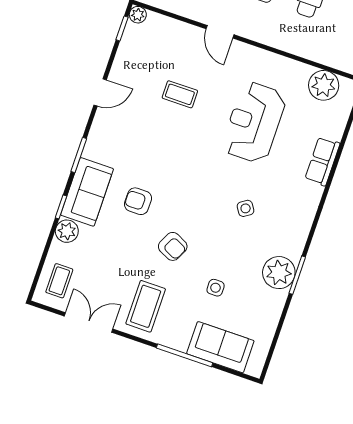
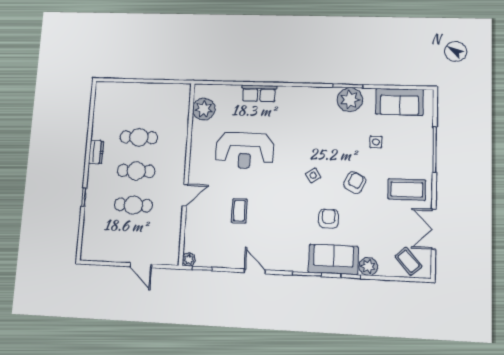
armchair: (138, 201) -> (329, 219), turned 180
side table: (246, 208) -> (313, 175), moved
coffee table: (59, 281) -> (409, 261), turned 49
sofa: (220, 347) -> (399, 102), moved, turned -90

